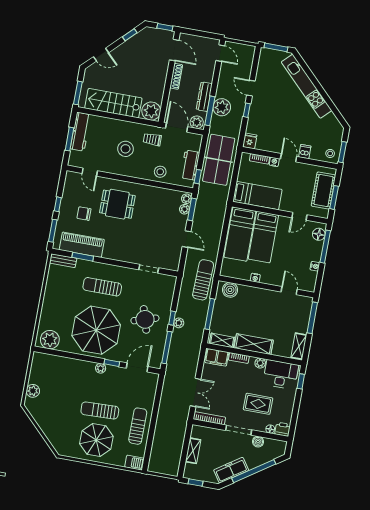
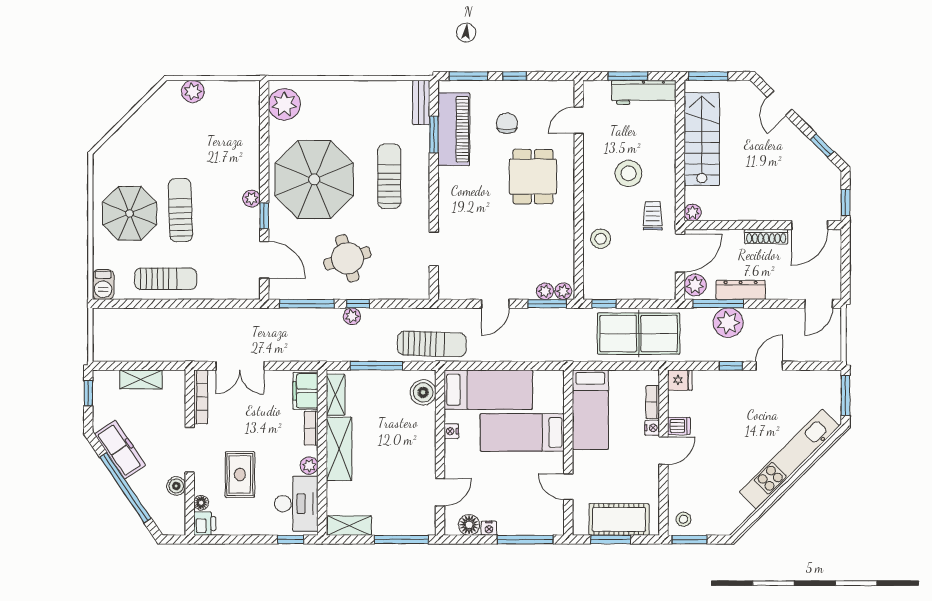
plant: (151, 111) -> (693, 212), width x0.53, depth x0.53
dishwasher: (305, 152) -> (679, 426), moved
workbench: (190, 165) -> (621, 287), removed
bed: (240, 234) -> (488, 390), moved, turned 180
floor lamp: (319, 234) -> (469, 525), moved

